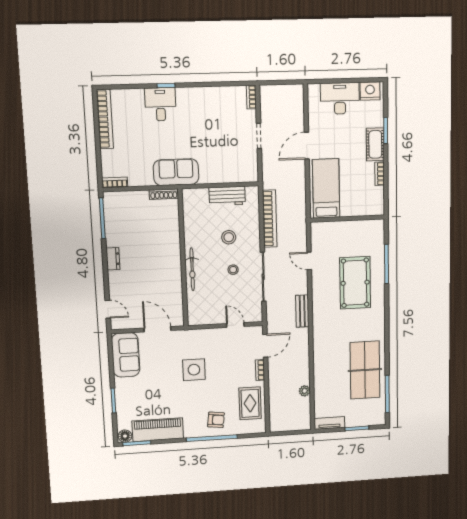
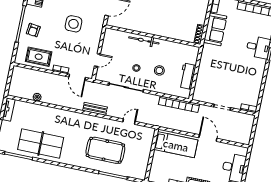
sofa: (176, 172) -> (215, 29), moved
bookcase: (270, 219) -> (179, 104), moved

